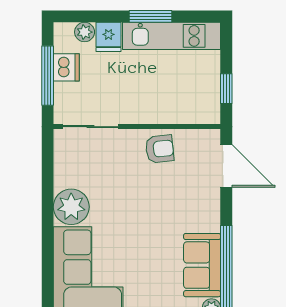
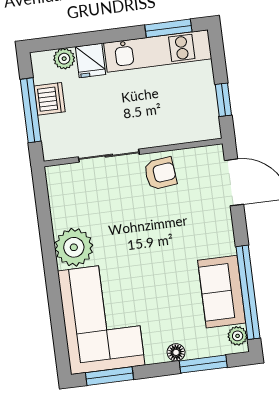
window: (150, 16) -> (168, 28), moved
sliding door: (91, 127) -> (109, 156), moved

